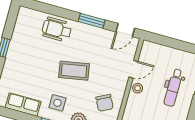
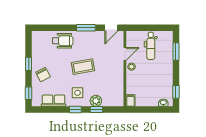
wheelchair: (57, 29) -> (63, 41), turned 180
dental chair: (173, 88) -> (151, 46), moved
chair: (105, 103) -> (43, 74), moved

